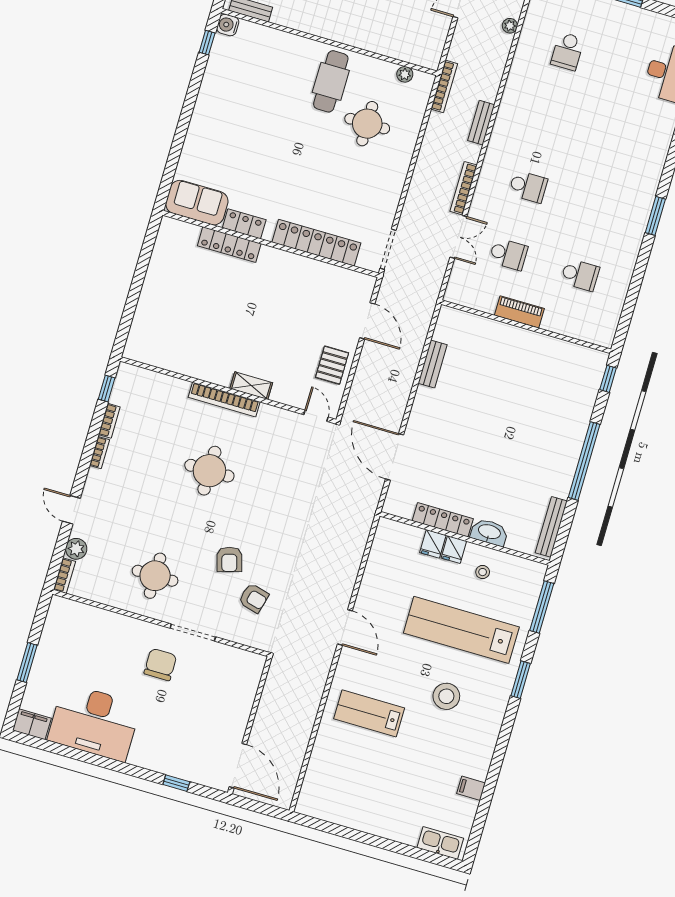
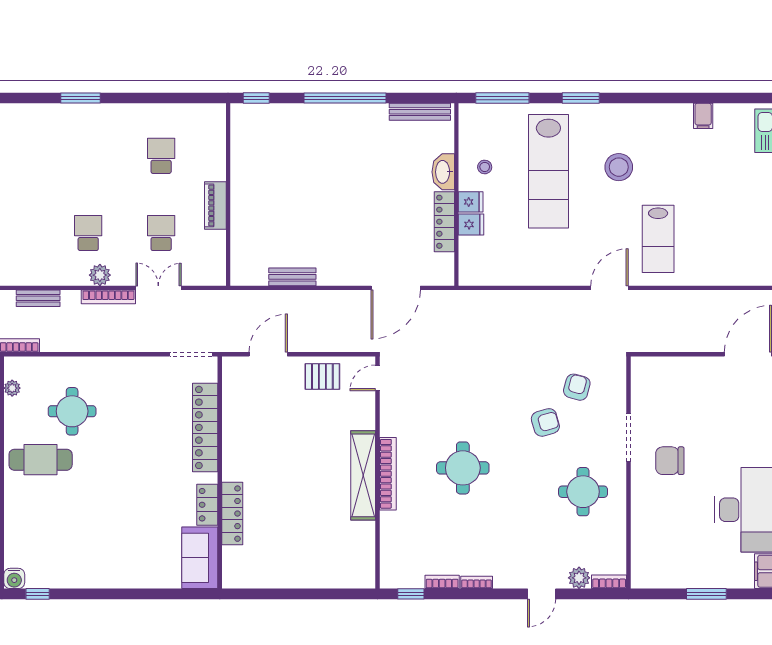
plant: (486, 186) -> (100, 275), added
shelving: (251, 386) -> (363, 475), width x2.20, depth x1.33
door: (345, 627) -> (609, 288), moved

